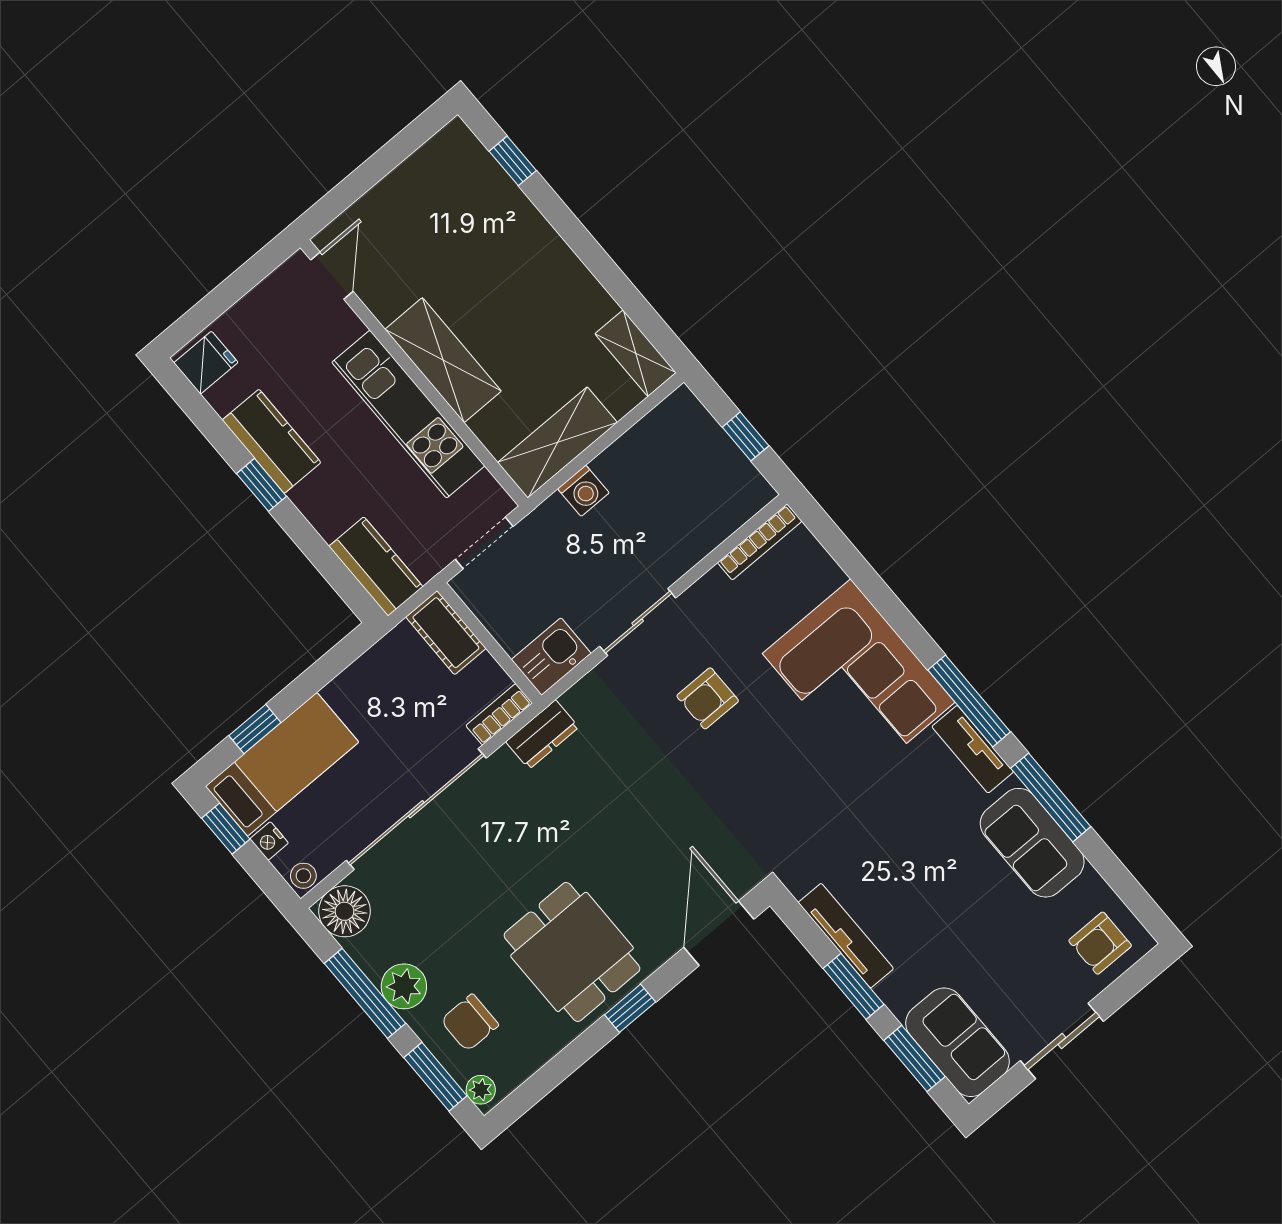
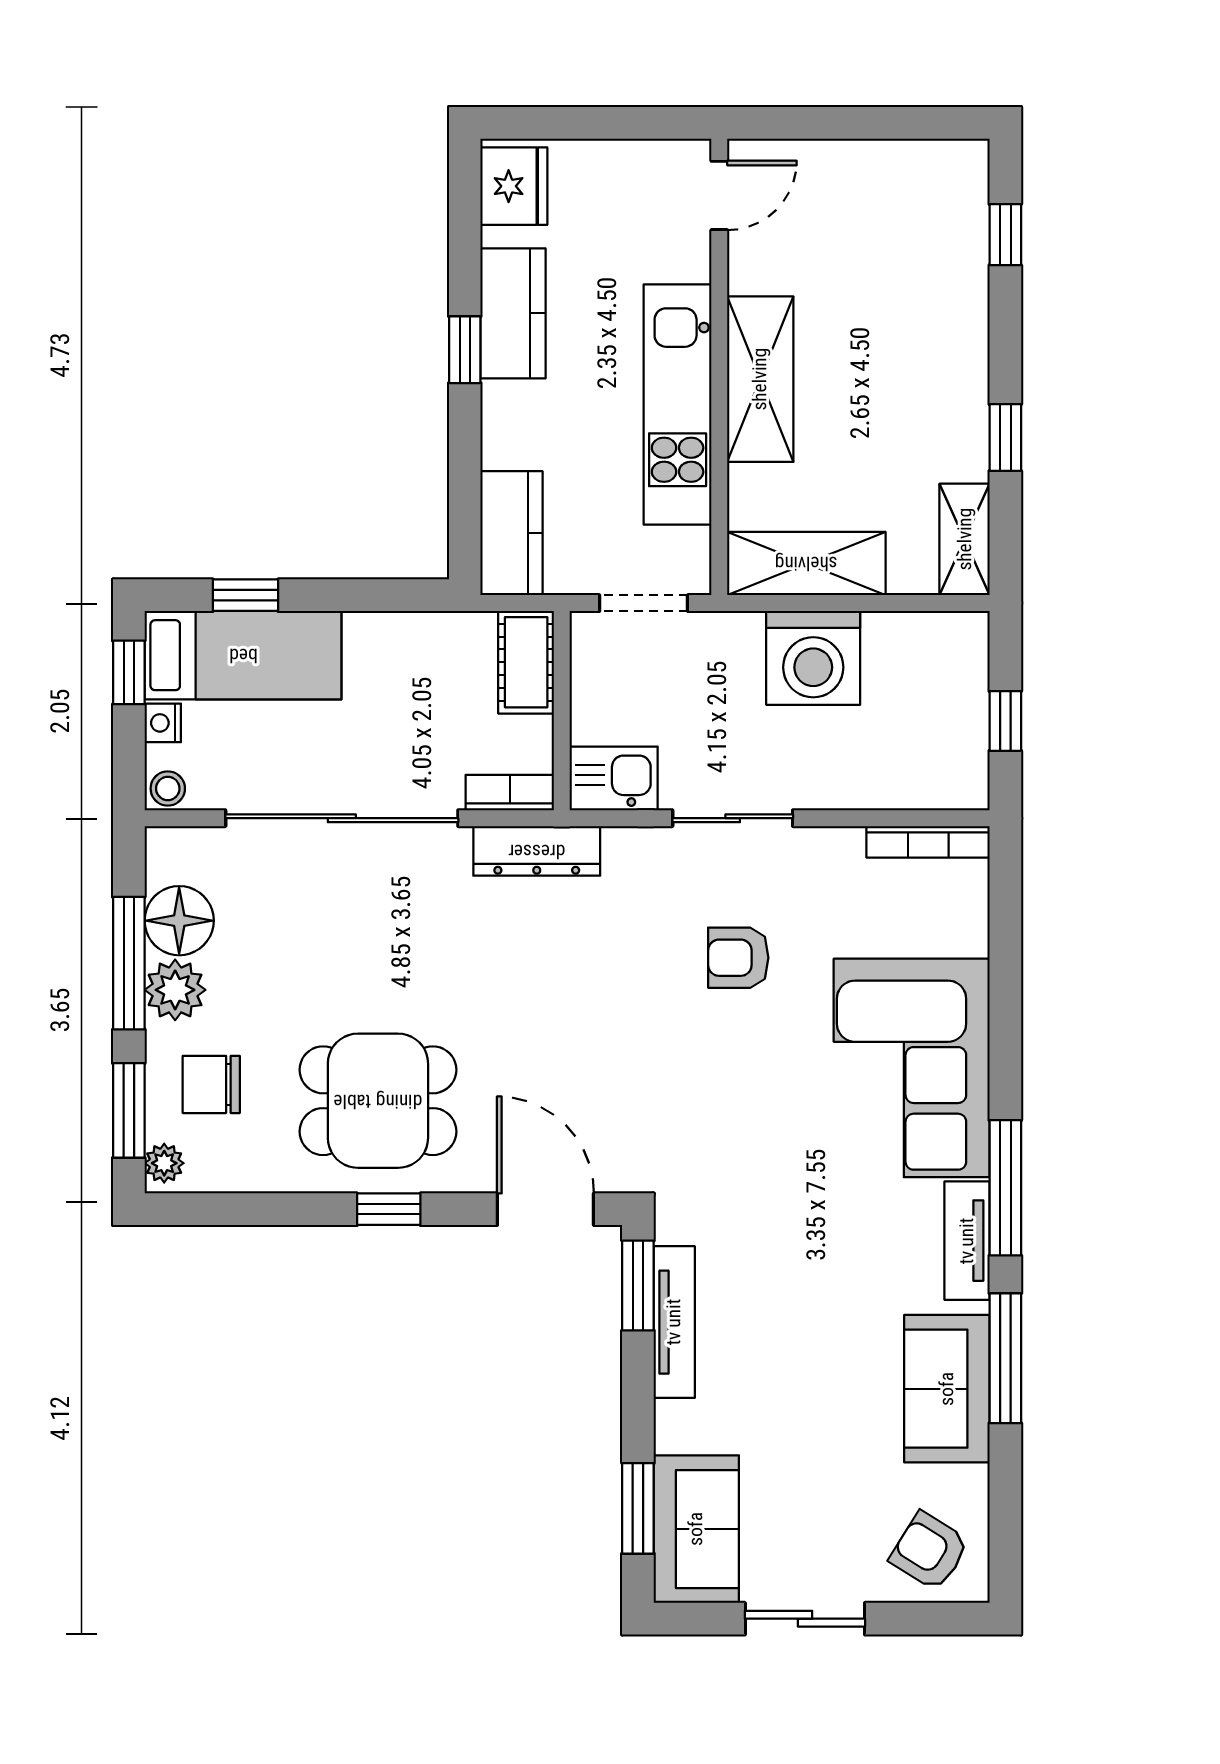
window: (610, 276) -> (1005, 438), added
fridge: (206, 363) -> (514, 186), width x1.38
washing machine: (583, 491) -> (813, 658), width x1.89, depth x1.89
dresser: (542, 734) -> (537, 851), width x1.44
floor lamp: (345, 911) -> (179, 921), moved
door: (719, 933) -> (545, 1209), hinge flipped
armchair: (1100, 943) -> (929, 1551), turned 32
dining table: (572, 952) -> (378, 1101), turned 90
window: (854, 986) -> (638, 1285), moved

